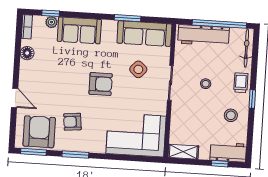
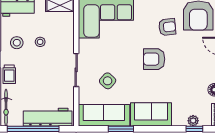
sofa: (79, 30) -> (151, 114), moved
armchair: (101, 84) -> (154, 59), moved
stool: (206, 84) -> (40, 42), moved

